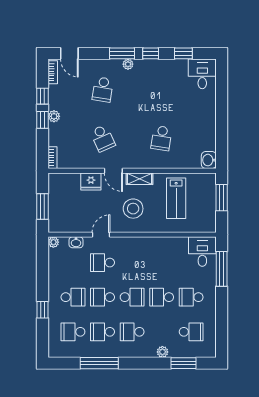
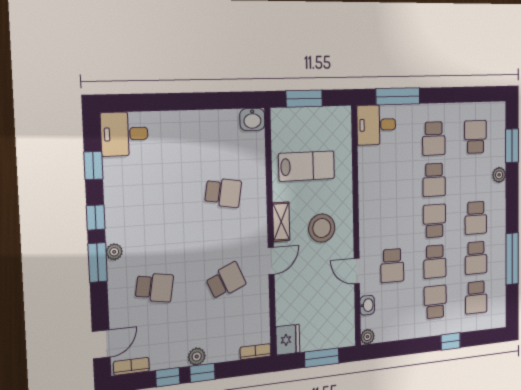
fridge: (91, 181) -> (288, 340), moved

